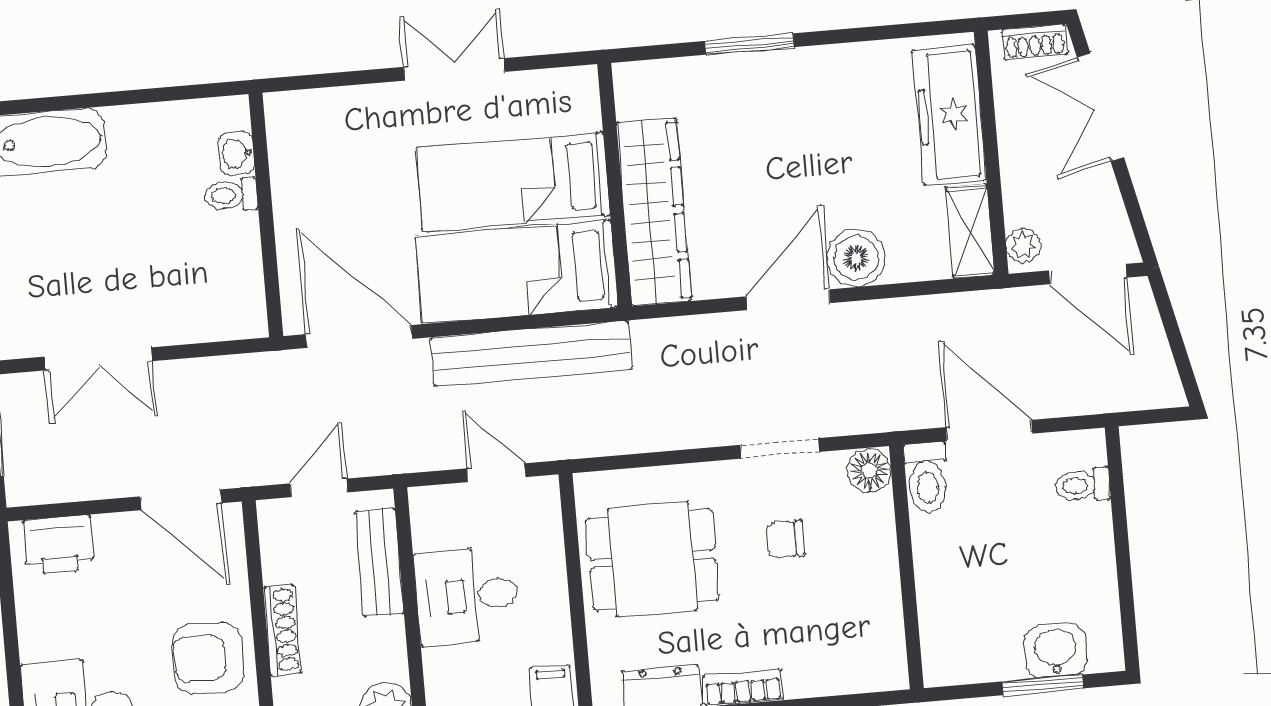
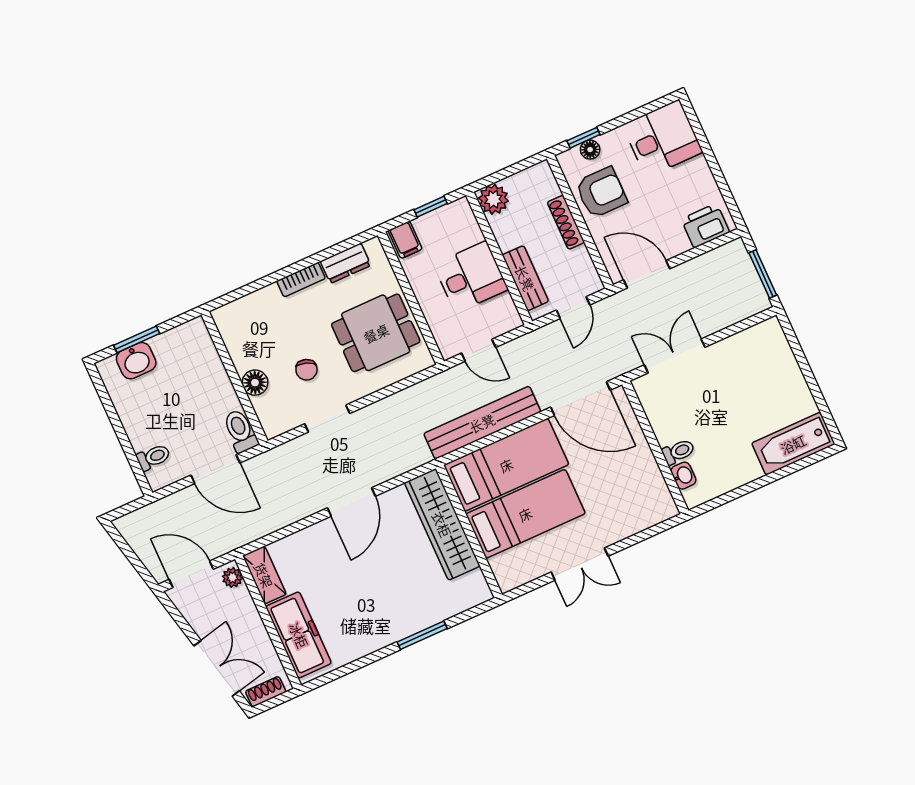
boiler: (856, 258) -> (322, 538), removed
double door: (98, 359) -> (675, 356), moved
floor lamp: (869, 470) -> (255, 383), moved
chair: (785, 539) -> (306, 370), turned 109

